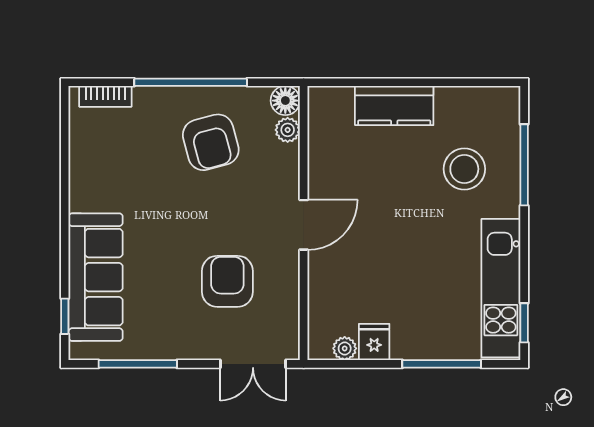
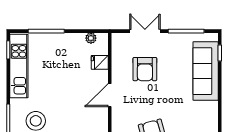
fridge: (374, 342) -> (100, 62), moved, turned 90
double door: (253, 364) -> (145, 31), moved

